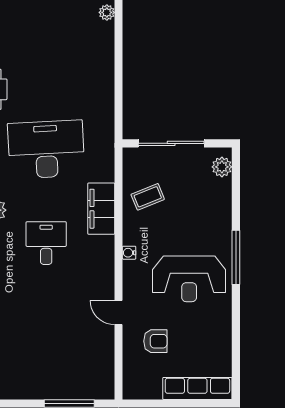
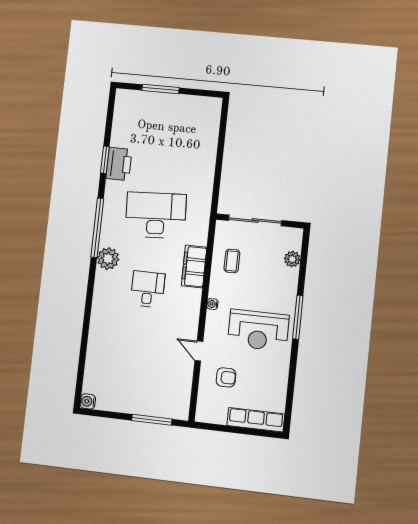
plant: (107, 12) -> (215, 113), removed
plant: (222, 167) -> (292, 259), moved
coffee table: (148, 197) -> (232, 261), turned -68

